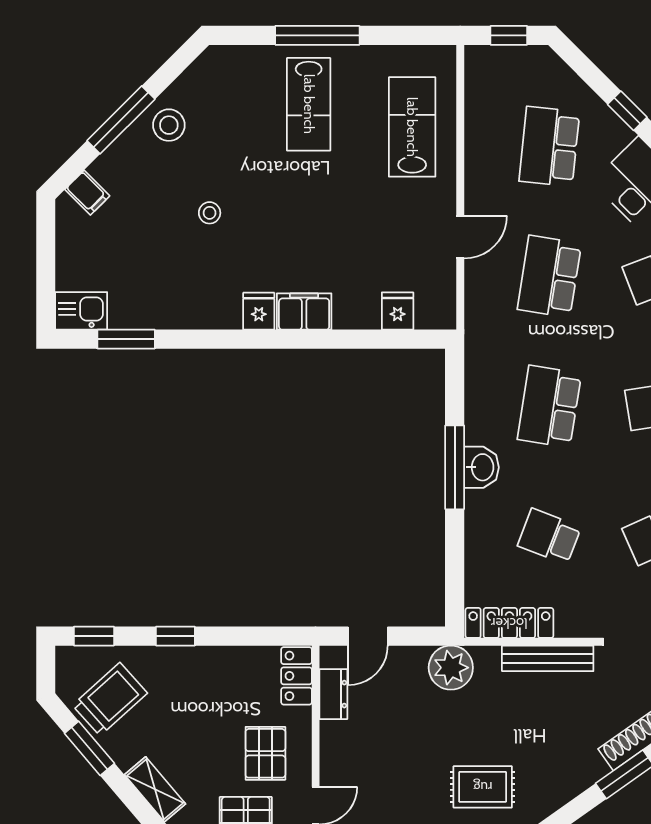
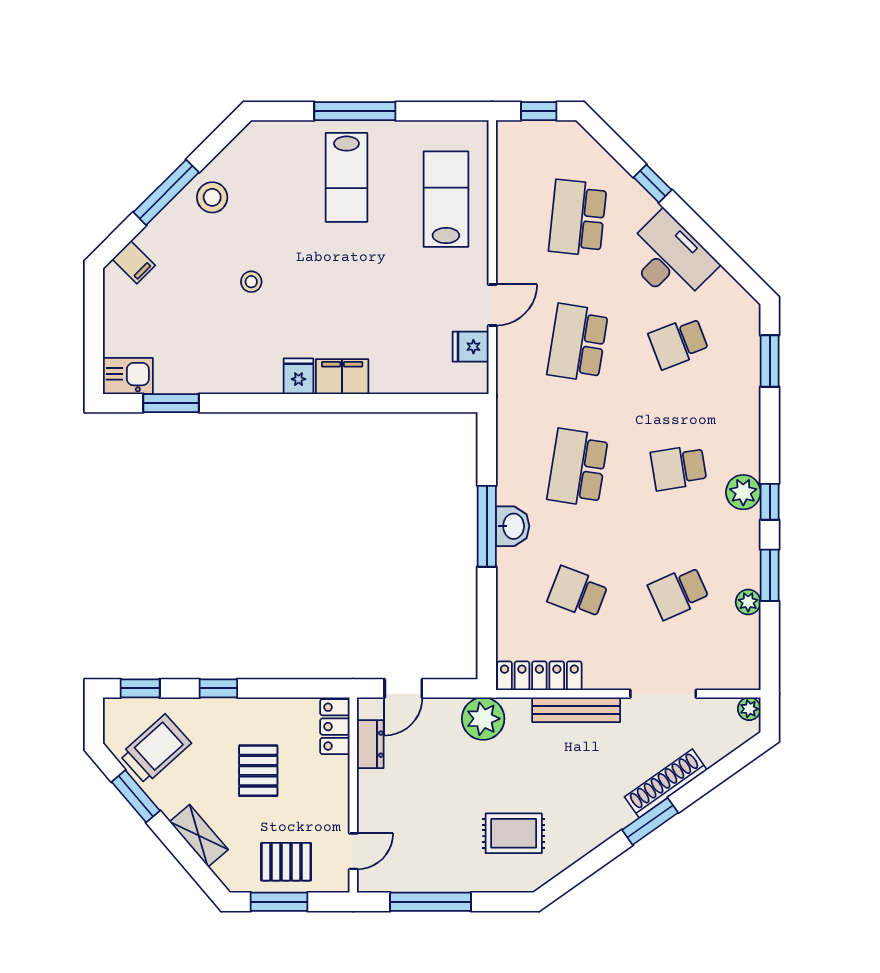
fridge: (398, 311) -> (471, 347), moved, turned -90
pallet: (265, 753) -> (258, 771), moved

